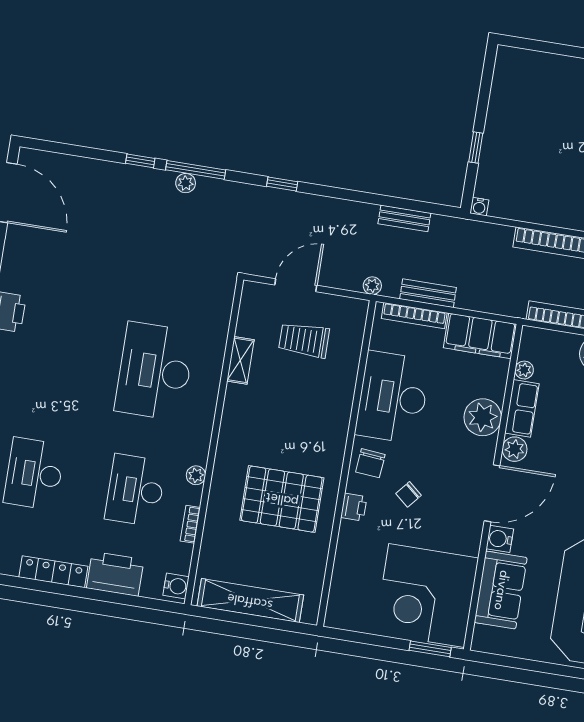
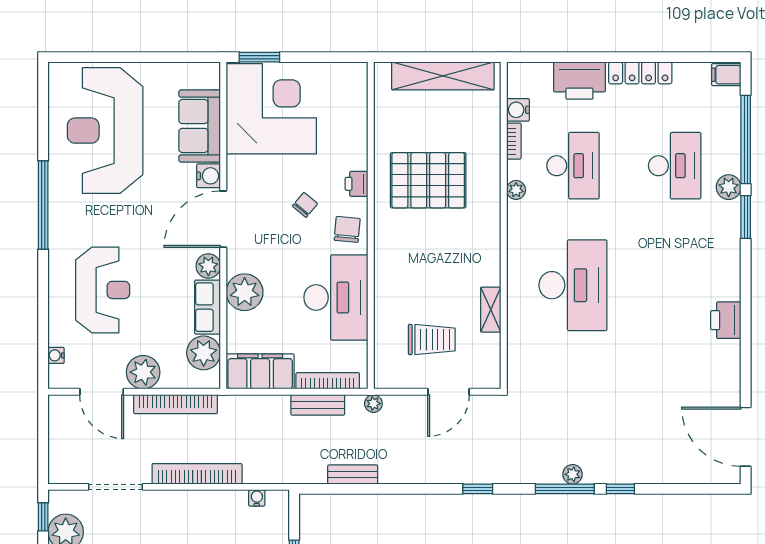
water cooler: (479, 207) -> (257, 498), moved
plant: (524, 370) -> (204, 353), width x1.88, depth x1.88
water cooler: (176, 586) -> (518, 110), moved

